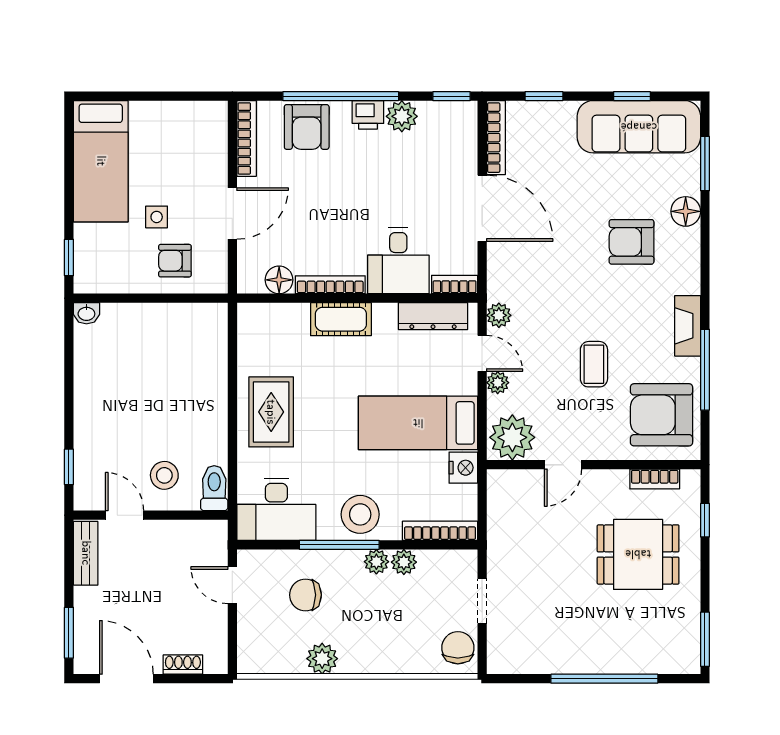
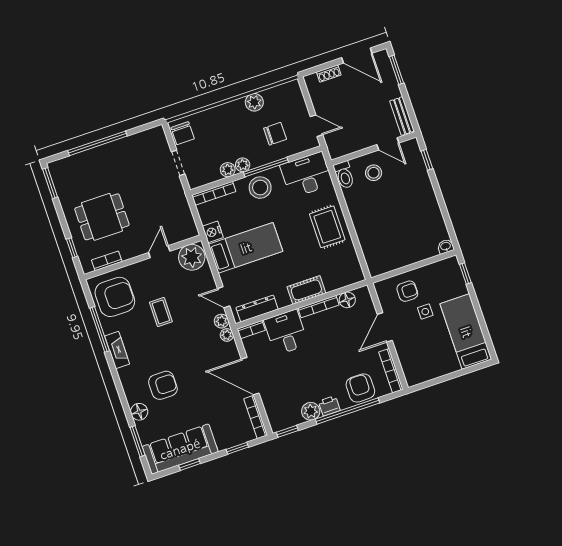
plant: (498, 383) -> (227, 335), moved

